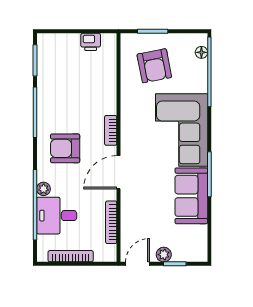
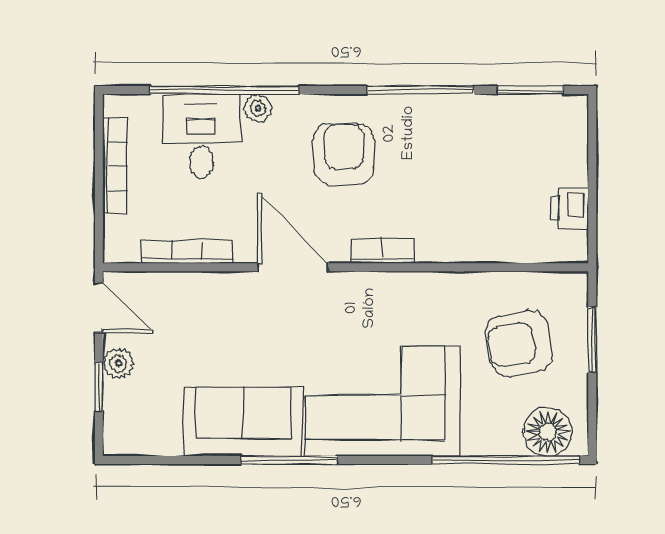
floor lamp: (201, 52) -> (548, 432), width x1.89, depth x1.89

